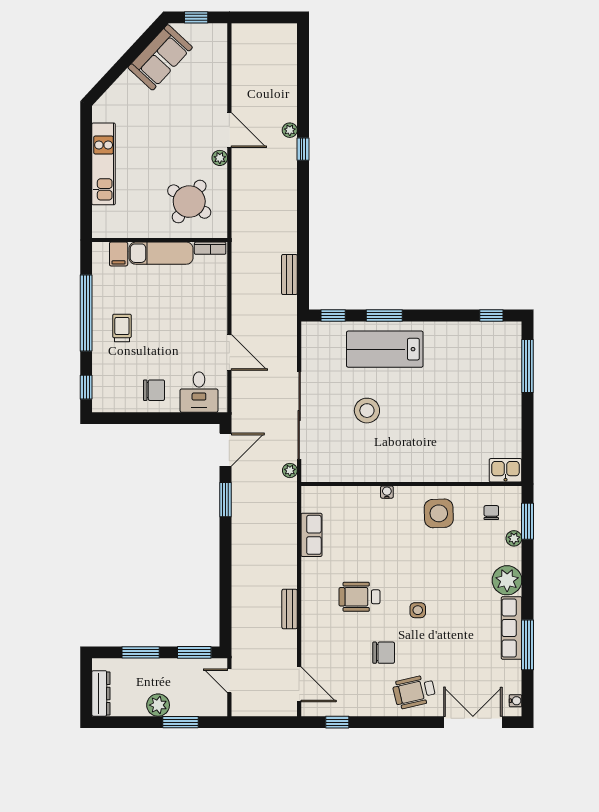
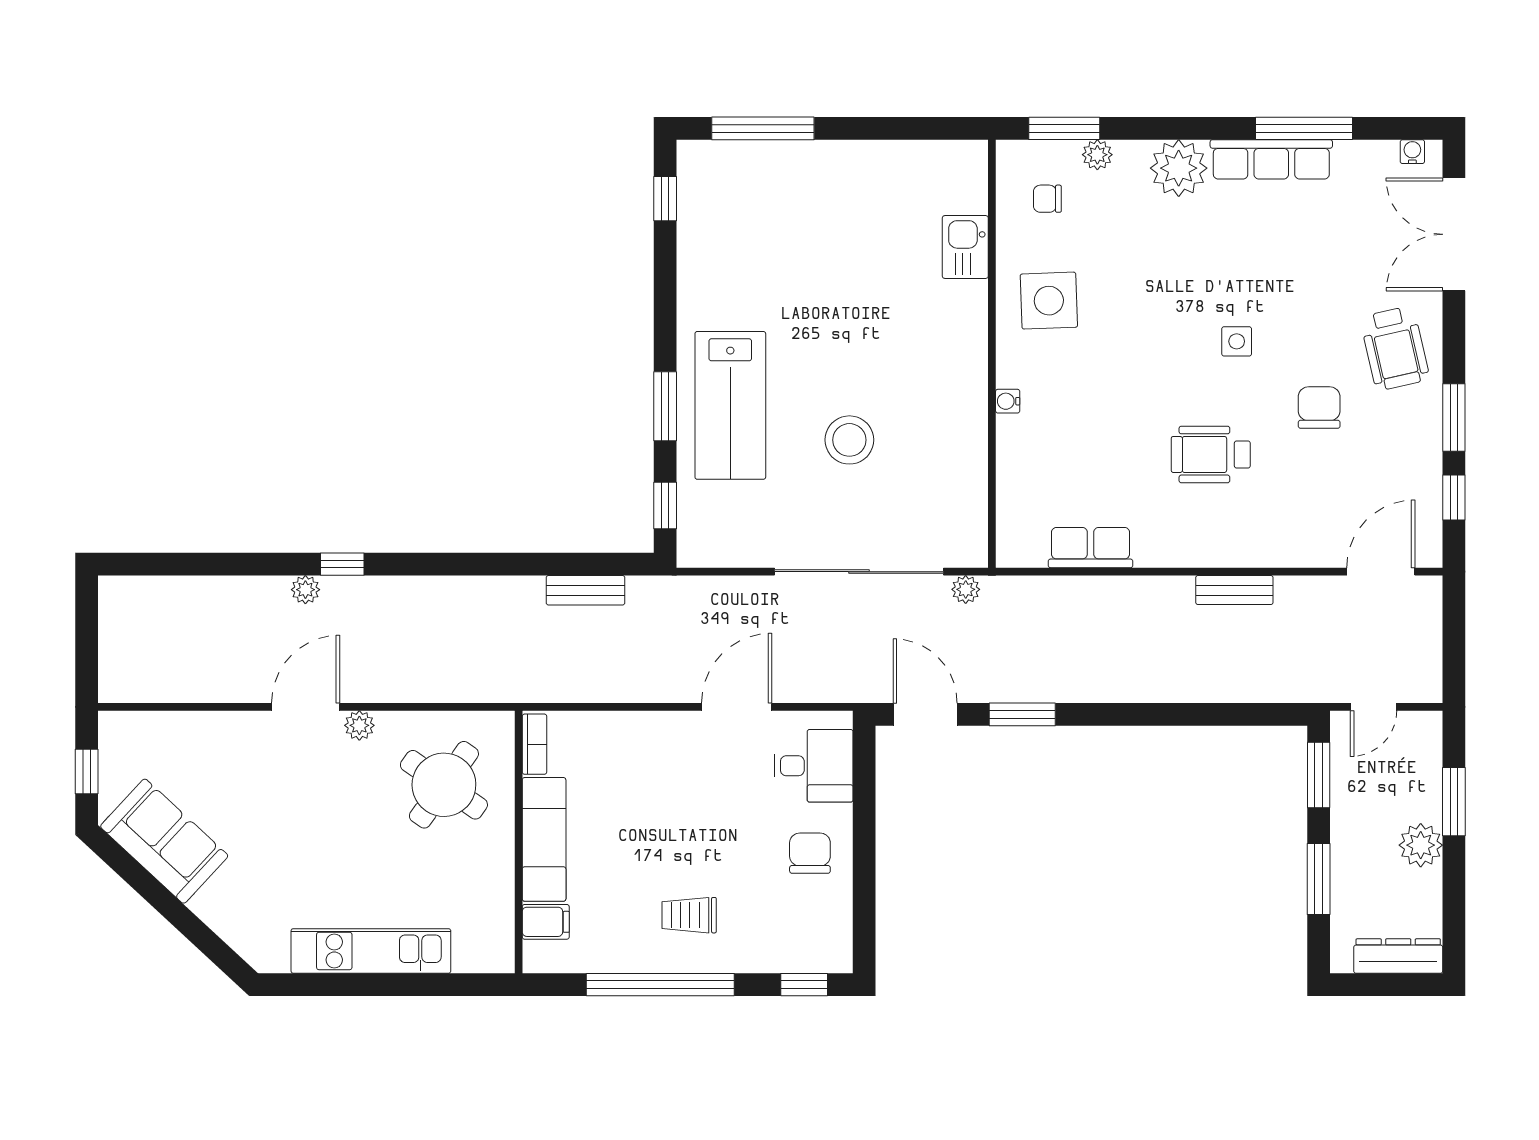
kitchen sink: (506, 470) -> (965, 247), moved
wheelchair: (359, 597) -> (1211, 454), turned 90
window: (378, 722) -> (1454, 418), added

